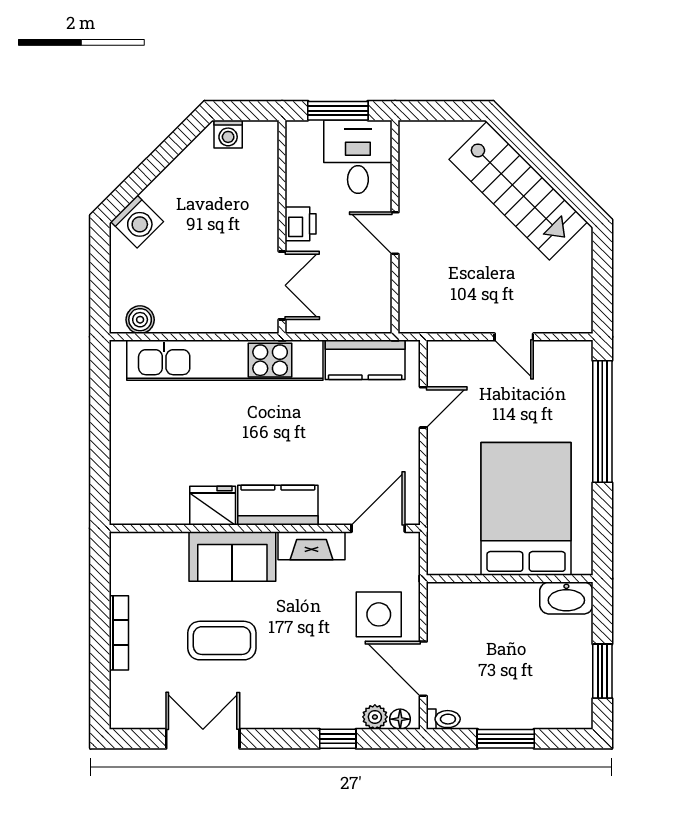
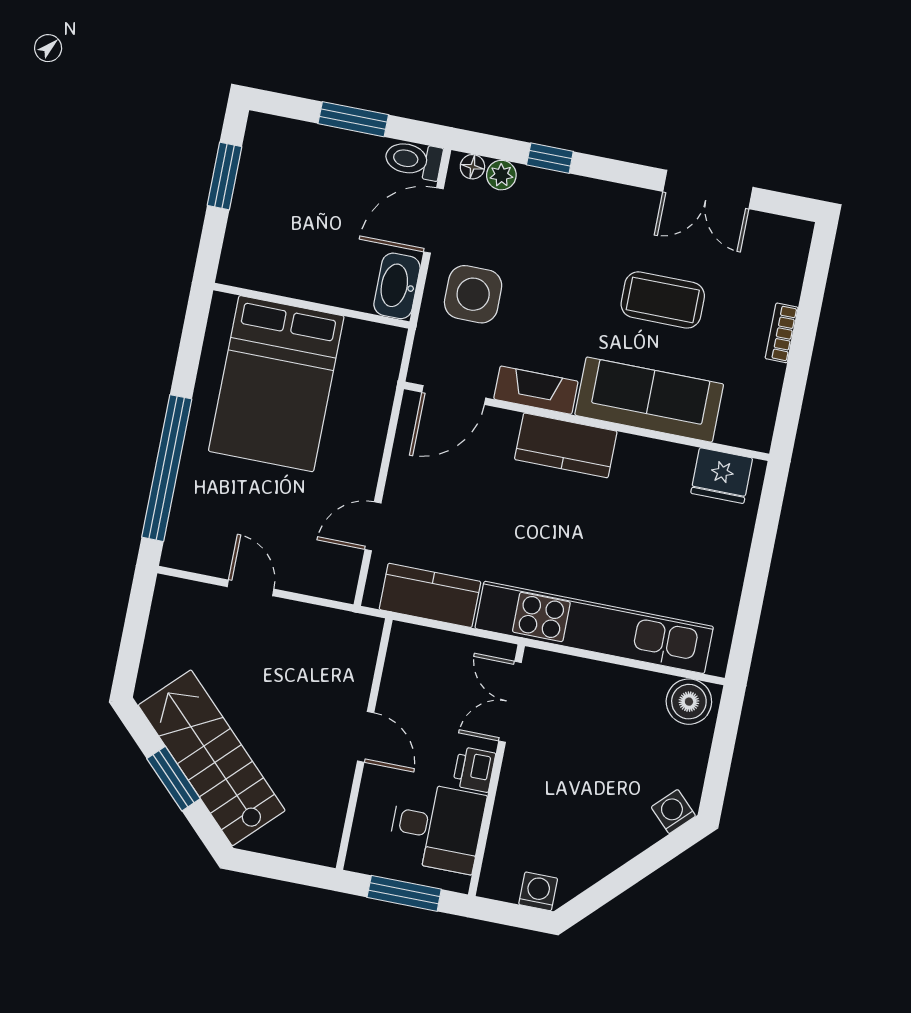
desk: (358, 157) -> (437, 827), moved, turned -90
window: (546, 167) -> (174, 779), added
washing machine: (137, 222) -> (673, 812), width x0.73, depth x0.73
boiler: (140, 320) -> (689, 702), width x1.36, depth x1.36
fridge: (213, 506) -> (722, 476), moved
sofa: (232, 556) -> (649, 400), width x1.36
washbasin: (566, 598) -> (397, 286), moved, turned -90
bookcase: (119, 633) -> (782, 333), width x0.64
door: (423, 669) -> (433, 220), swing flipped
toilet: (443, 719) -> (413, 160), width x1.37, depth x1.39

